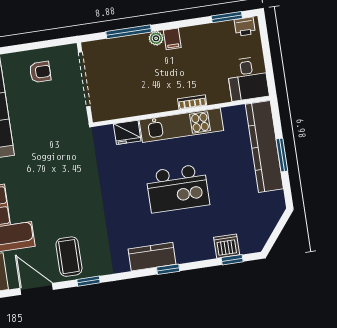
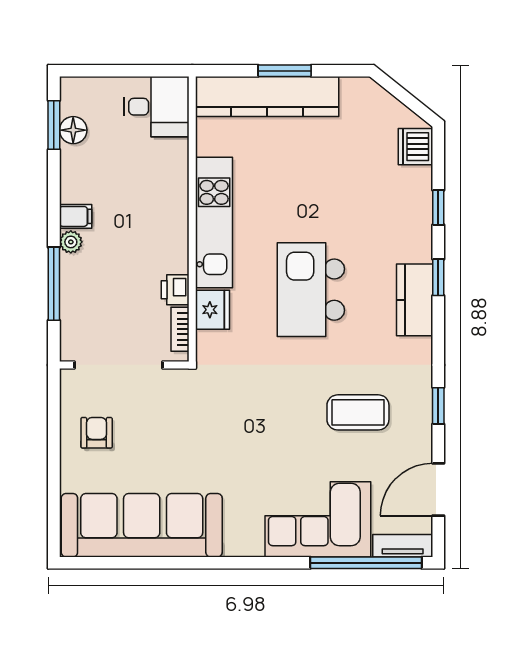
printer: (245, 27) -> (175, 290), moved, turned 180
floor lamp: (226, 29) -> (73, 130), added
bookcase: (192, 102) -> (180, 329), moved
kitchen island: (178, 188) -> (311, 290), moved, turned 180
dishwasher: (227, 246) -> (415, 147), moved
coffee table: (69, 257) -> (358, 412), moved
window: (232, 260) -> (438, 207), moved

